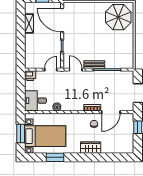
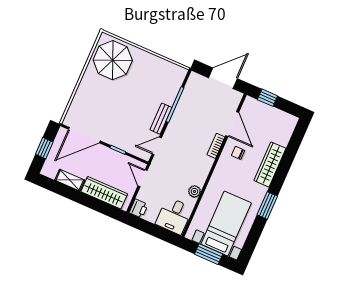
wardrobe: (31, 49) -> (104, 193), added
wardrobe: (91, 148) -> (270, 164), width x1.50
window: (55, 157) -> (267, 205), moved

